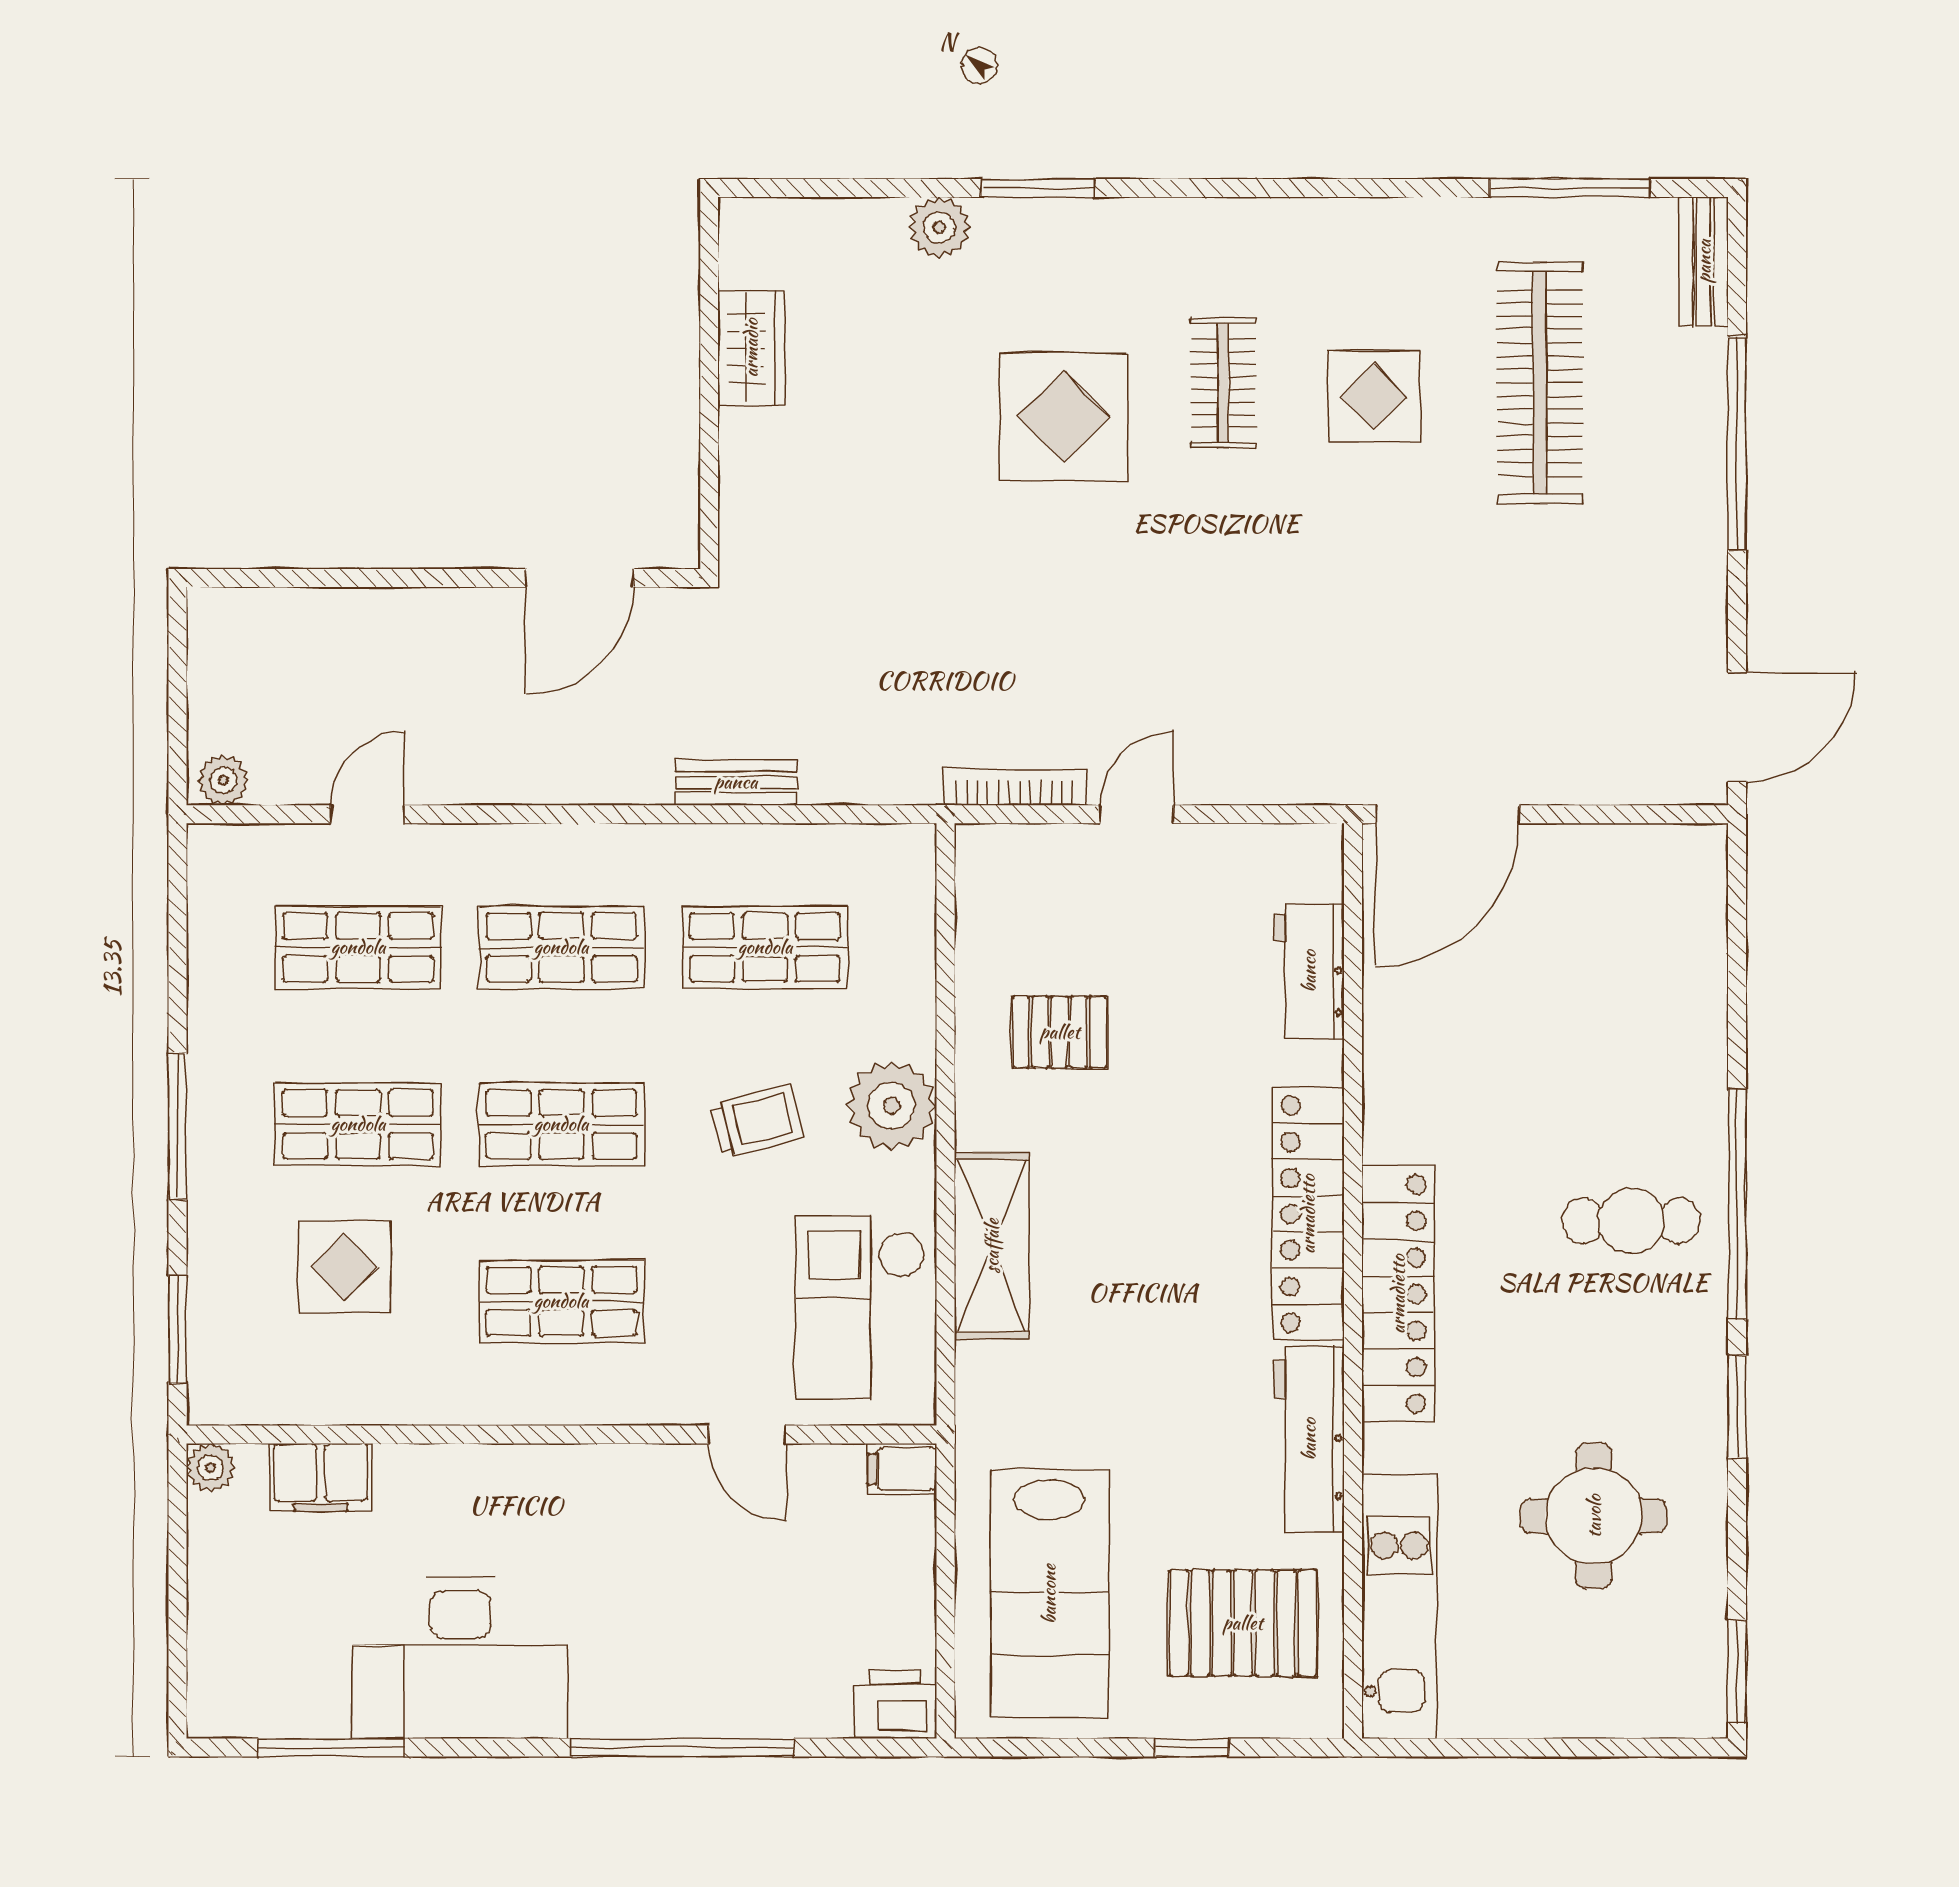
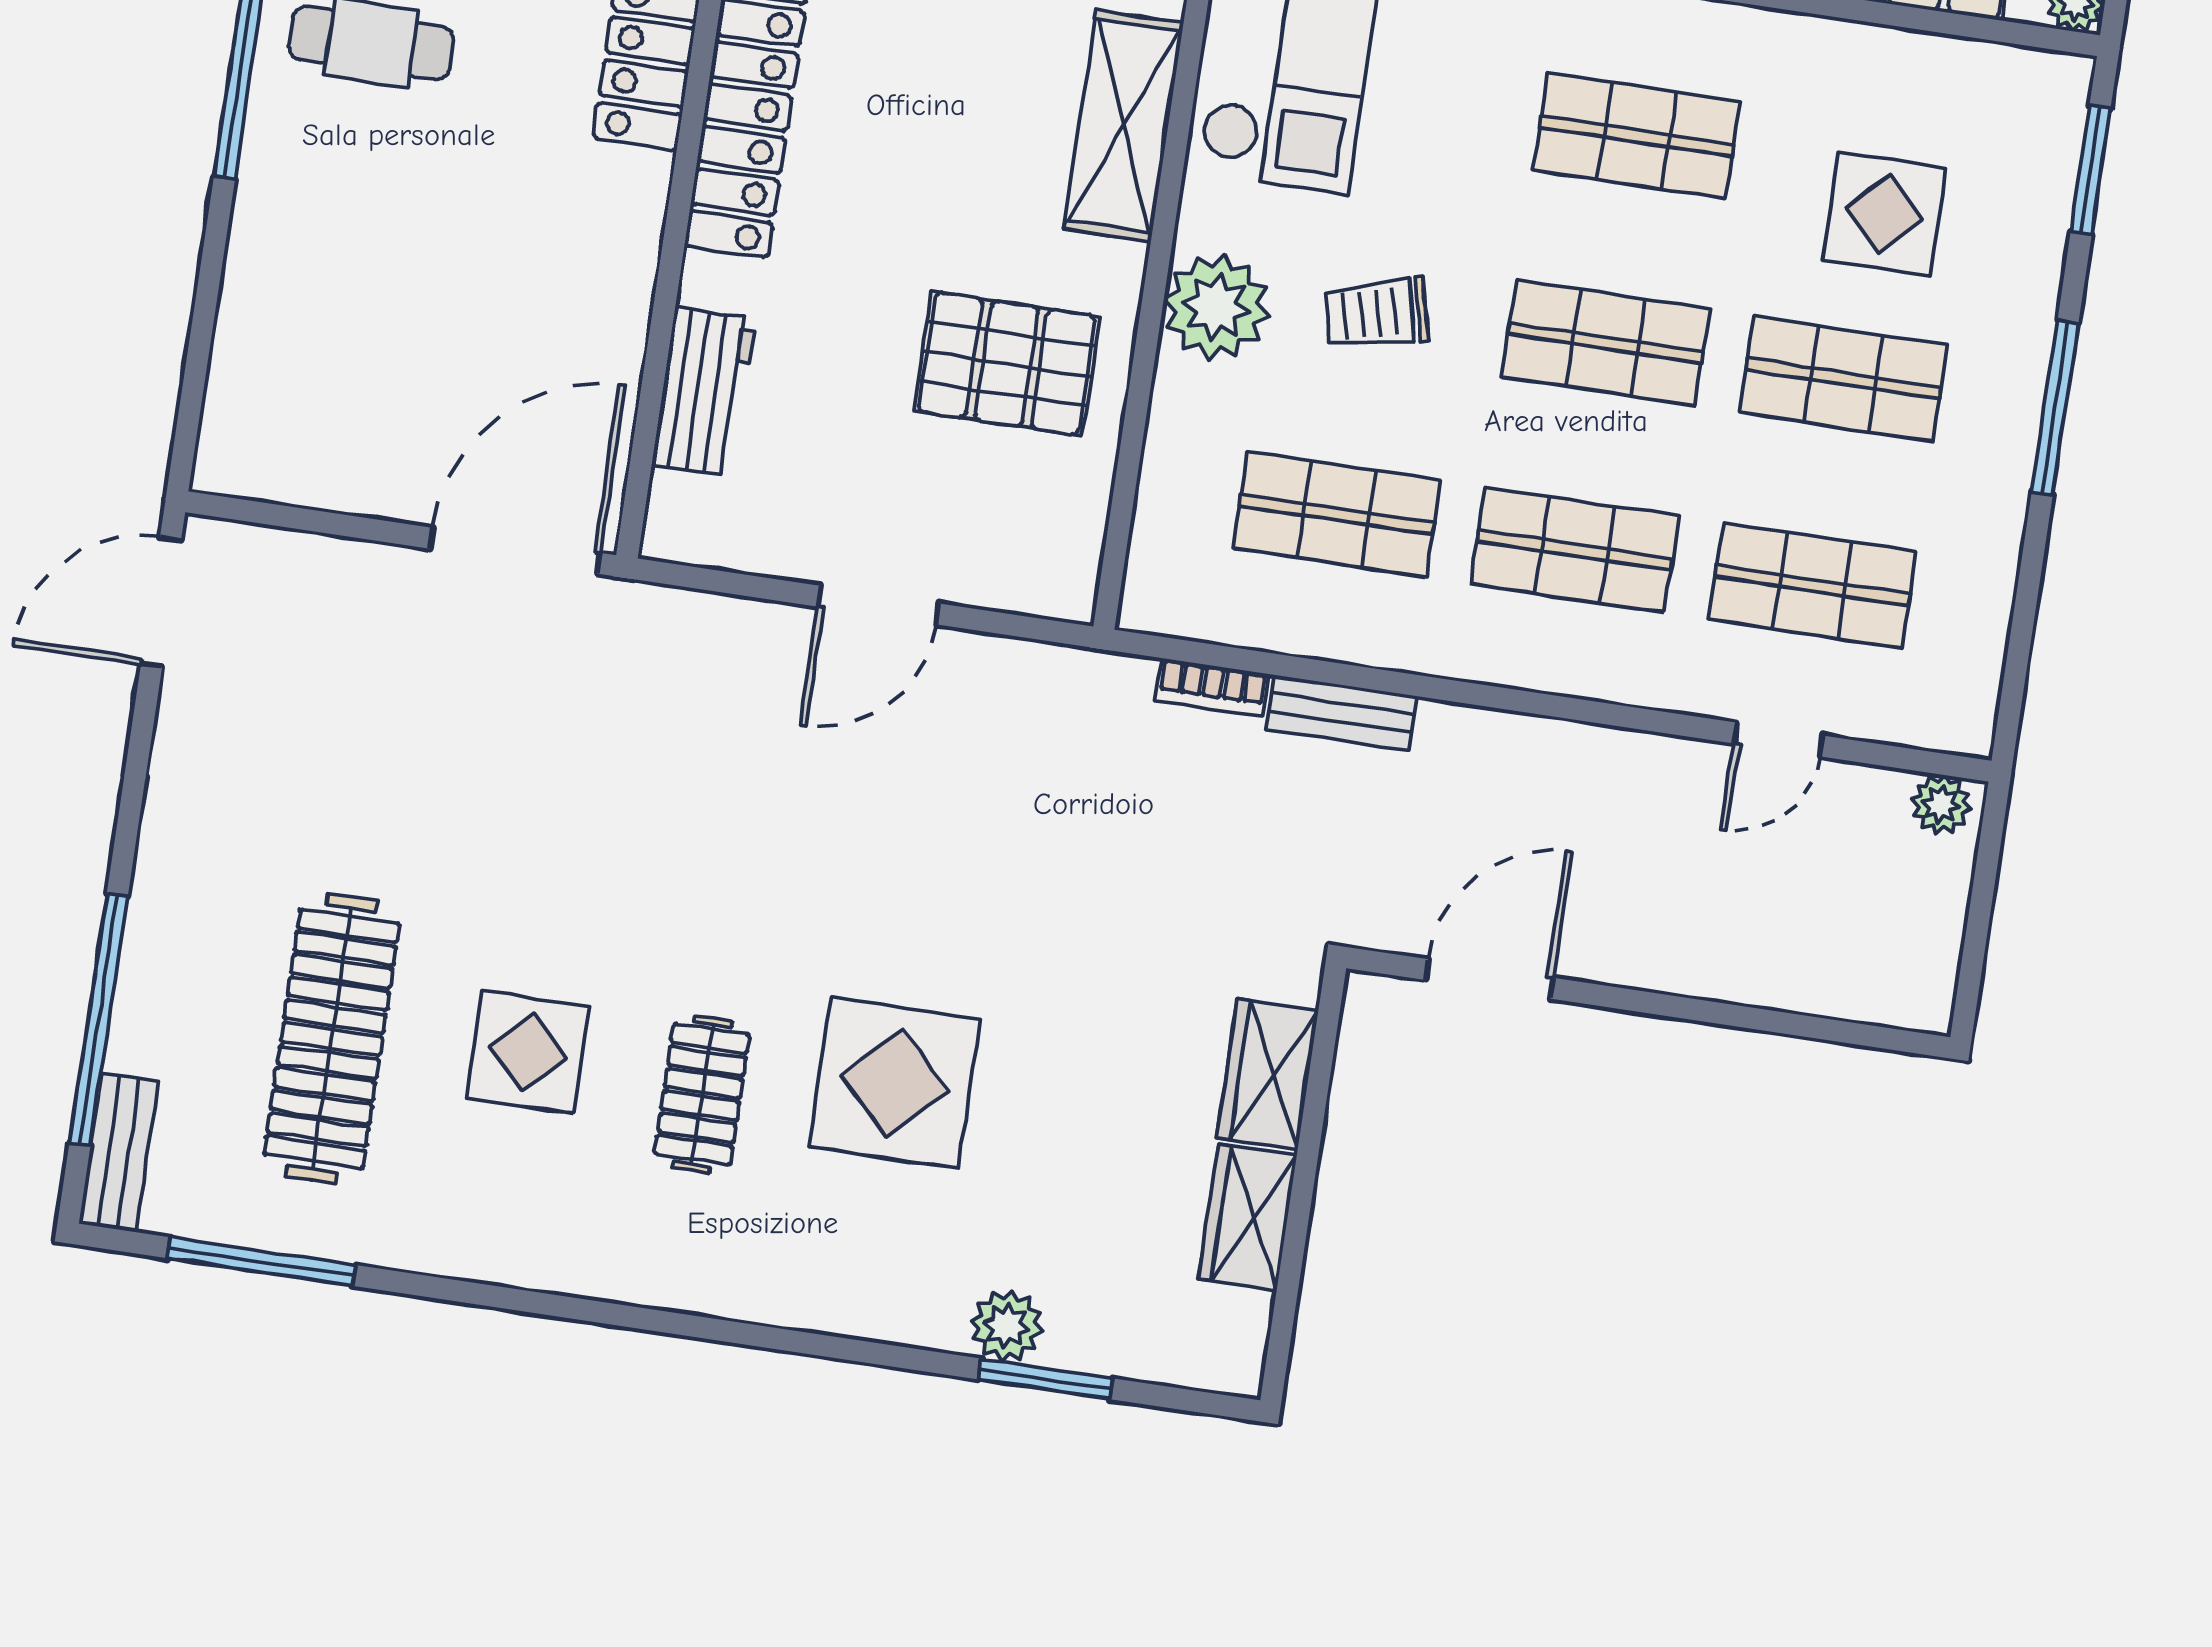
window: (1038, 188) -> (1045, 1379), moved
window: (1737, 444) -> (99, 1019), moved
wardrobe: (753, 470) -> (1268, 1074), added
bookcase: (1014, 787) -> (1212, 687), moved, width x0.64
door: (1137, 814) -> (878, 605), width x1.38
pallet: (1060, 1032) -> (1007, 364), width x1.50, depth x1.42

